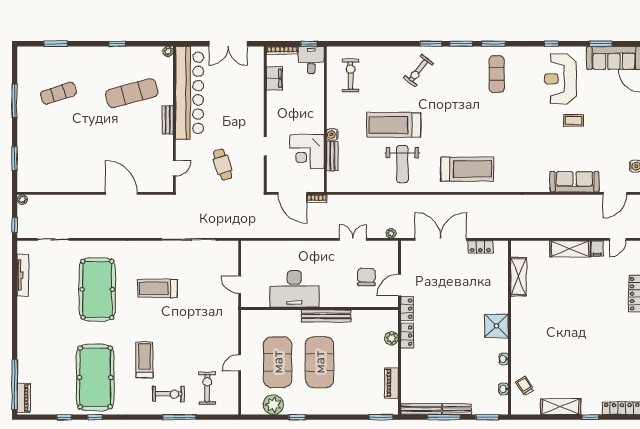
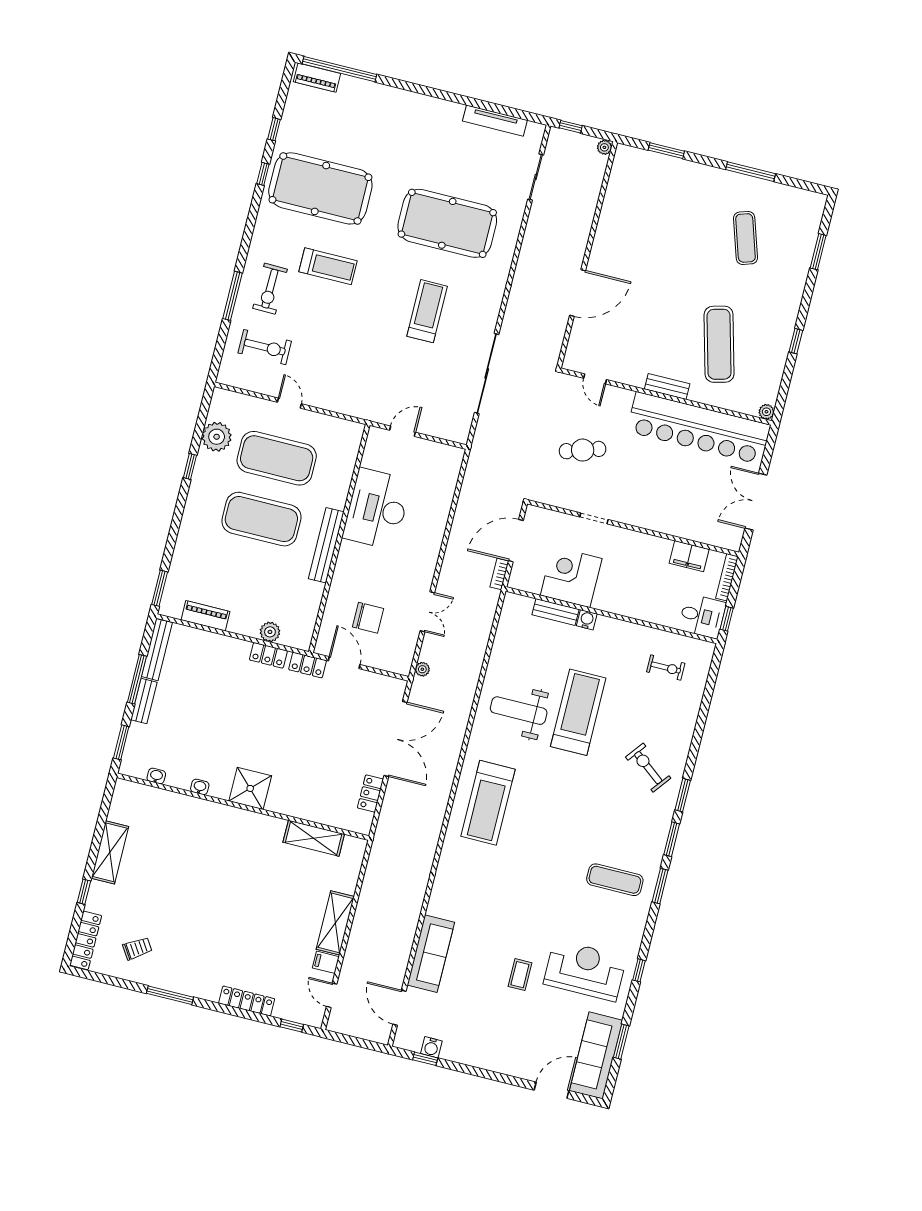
exercise bike: (351, 75) -> (666, 668), width x0.73, depth x0.72
trolley: (525, 386) -> (137, 948), moved

